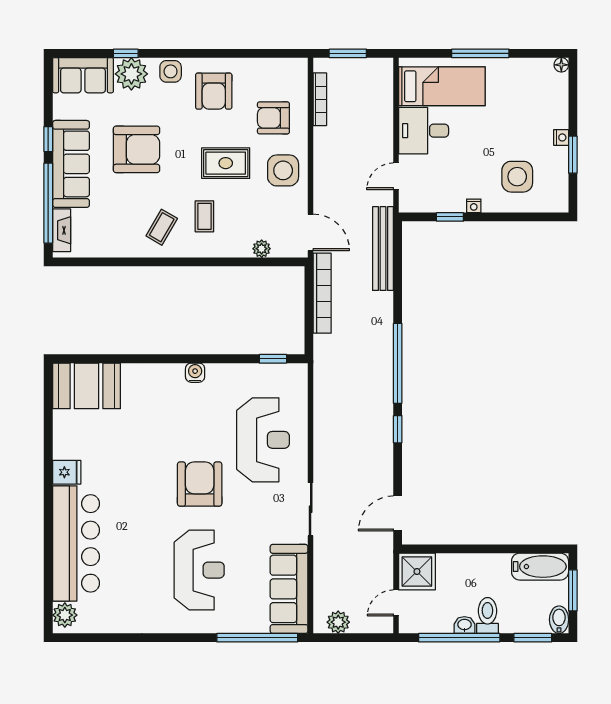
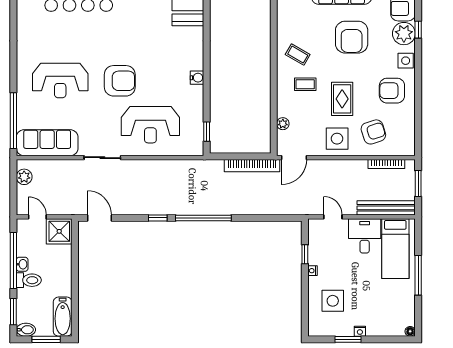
armchair: (273, 118) -> (373, 132), turned 72
bench: (383, 249) -> (386, 208), moved

